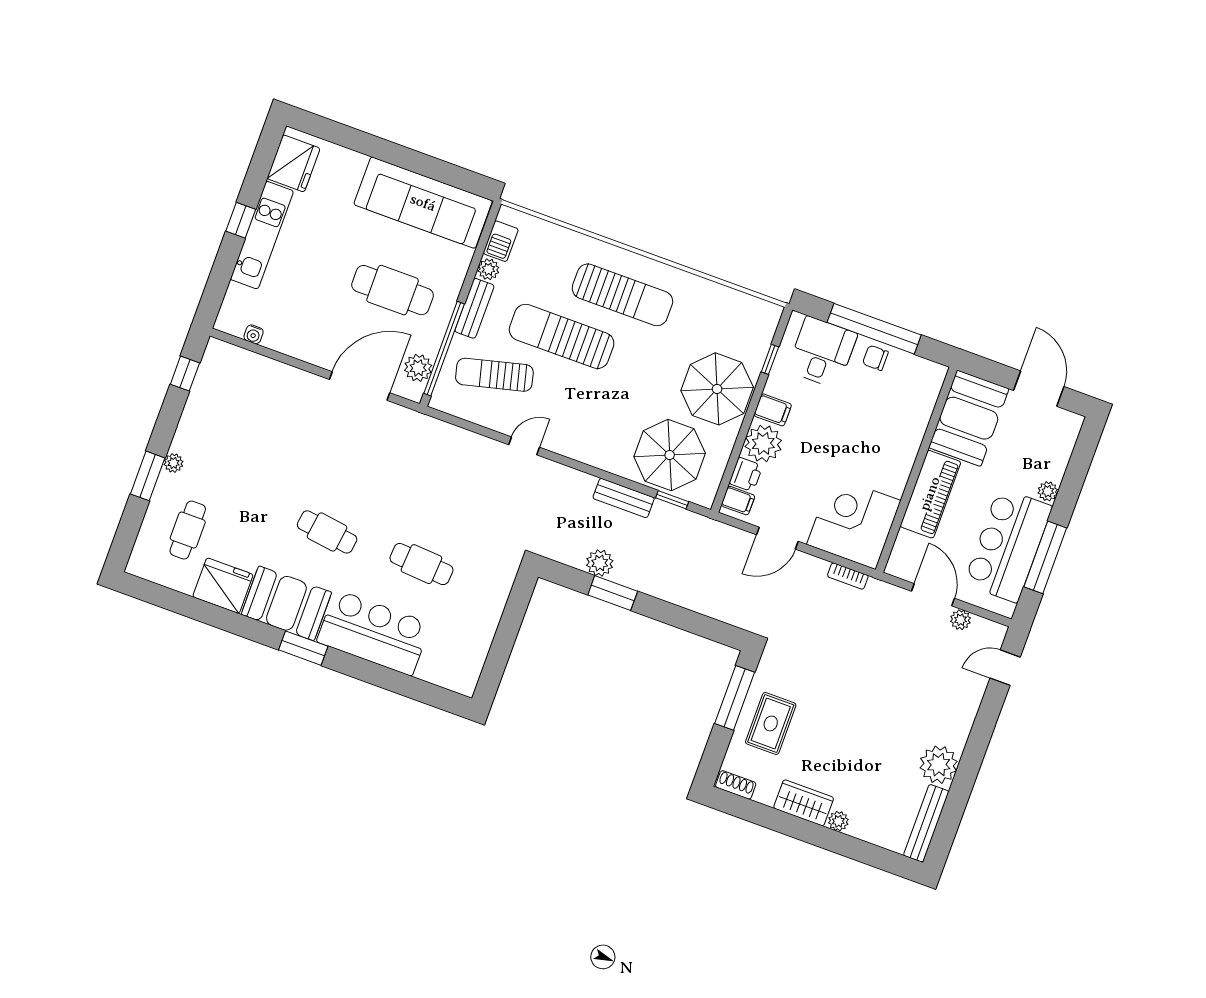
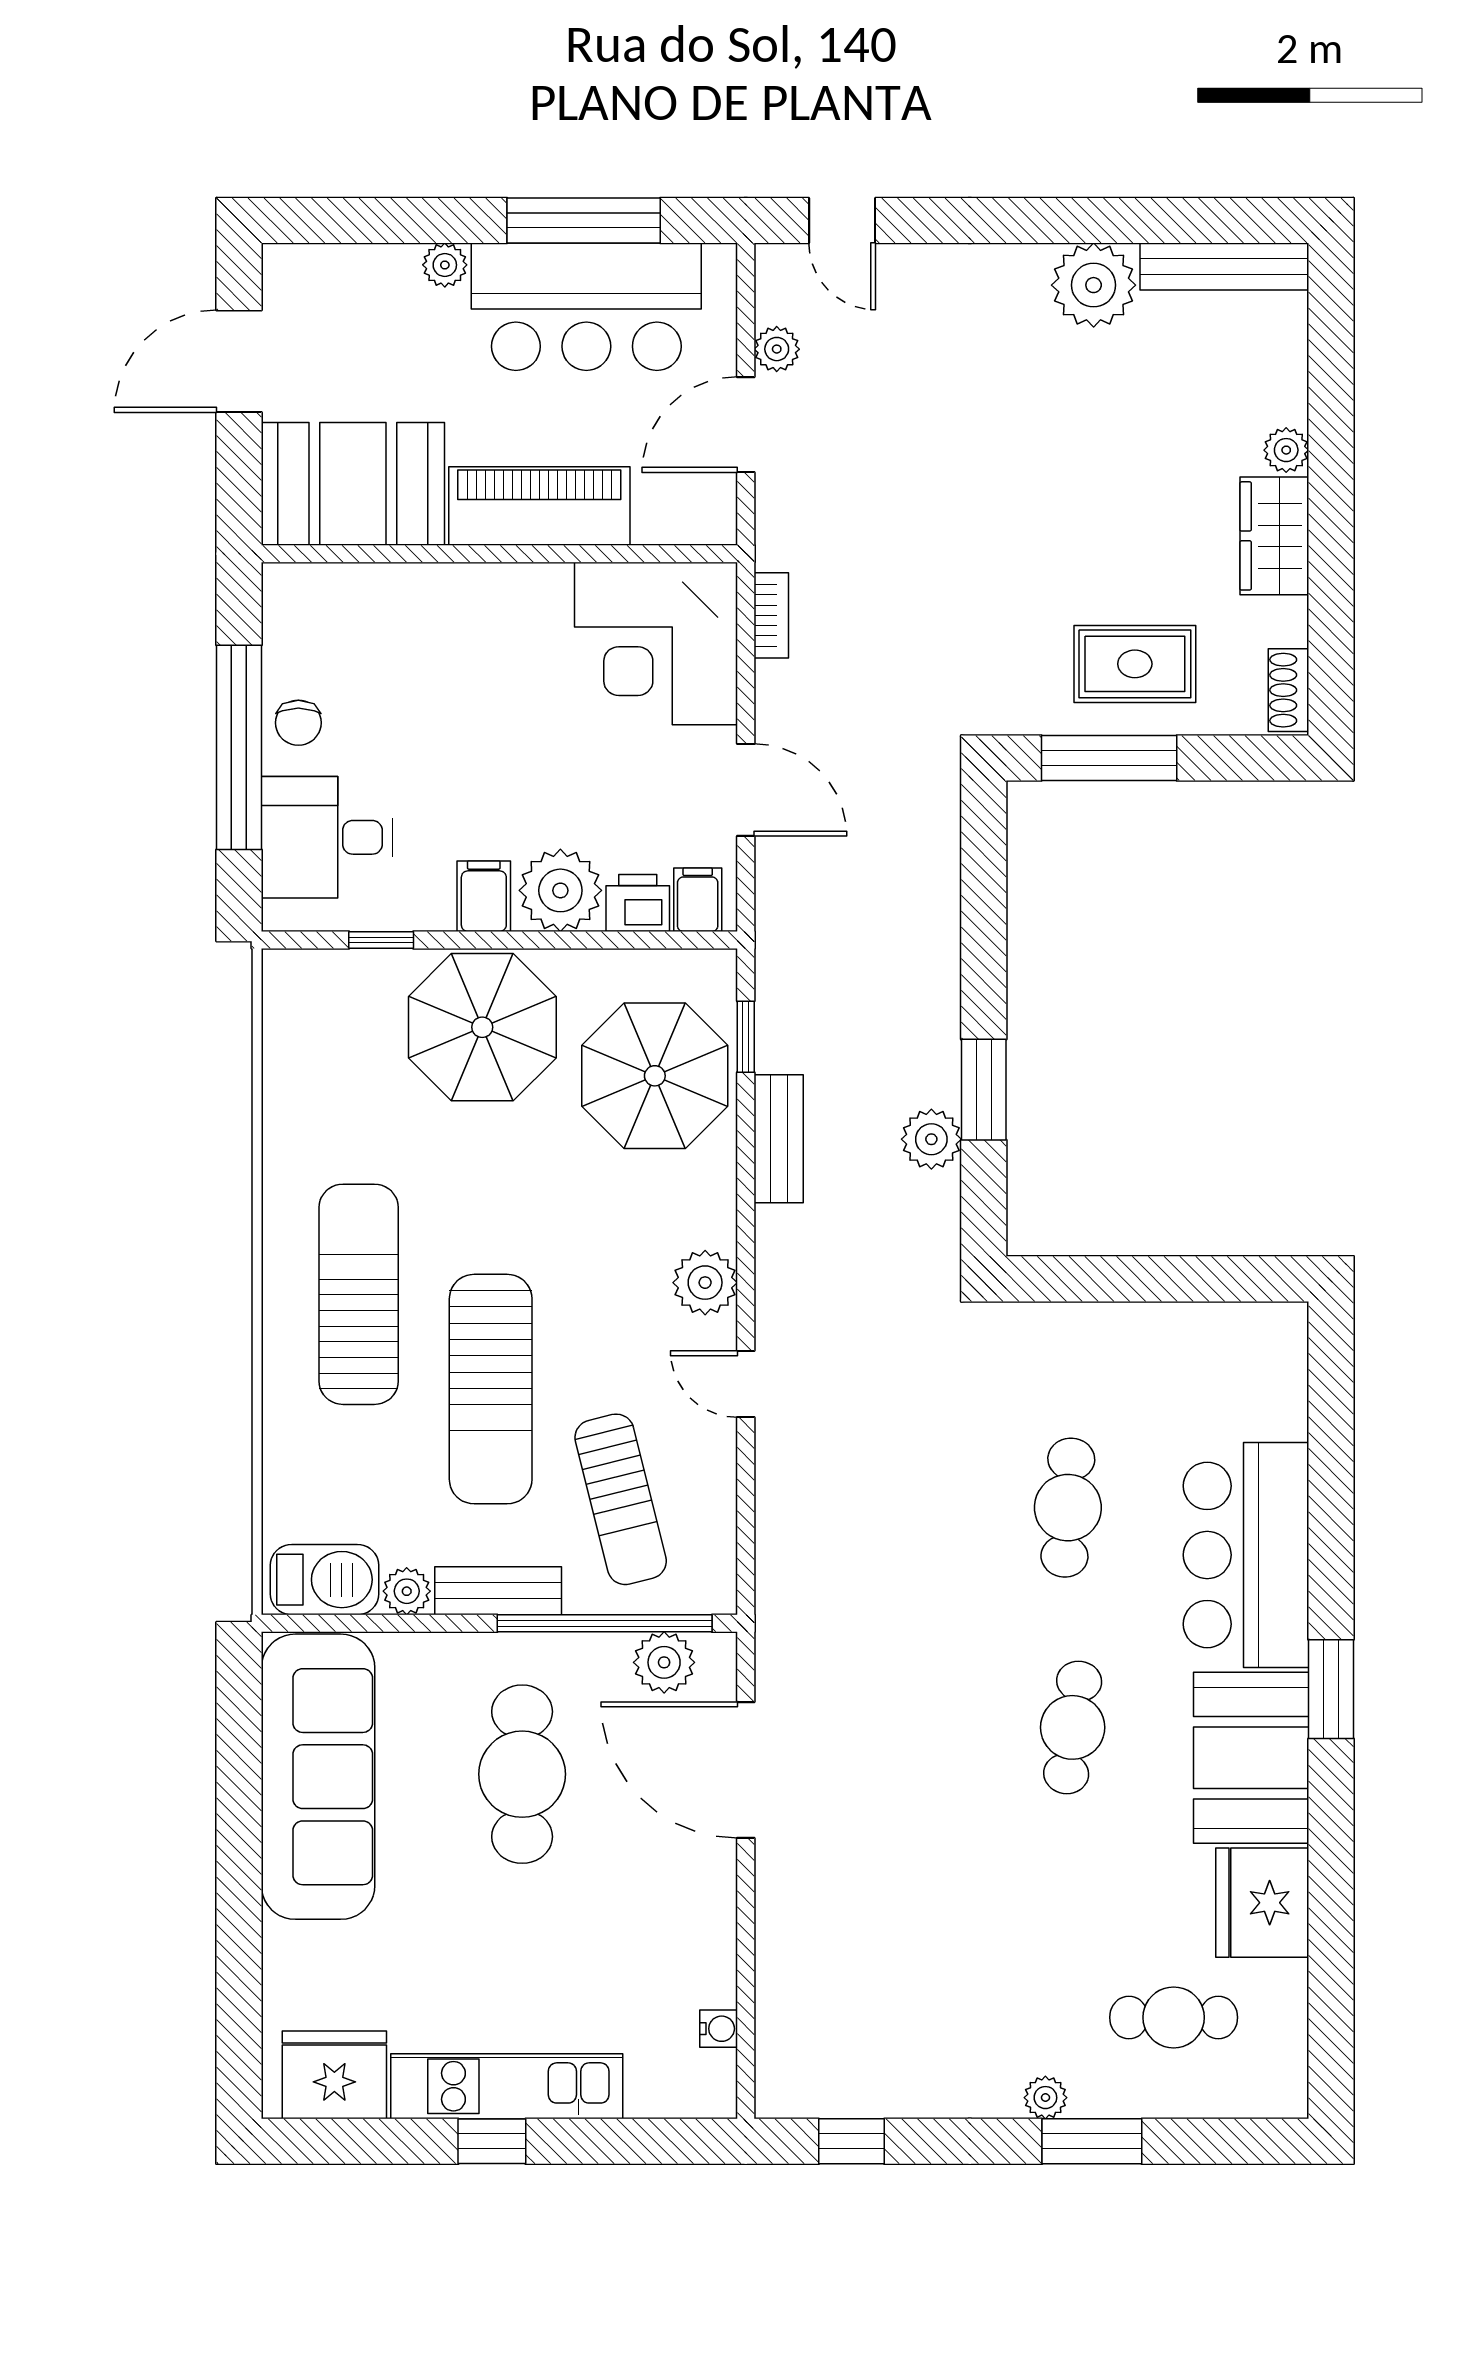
barbecue: (501, 241) -> (325, 1580), width x1.38, depth x1.27
plant: (574, 444) -> (705, 1283), added

